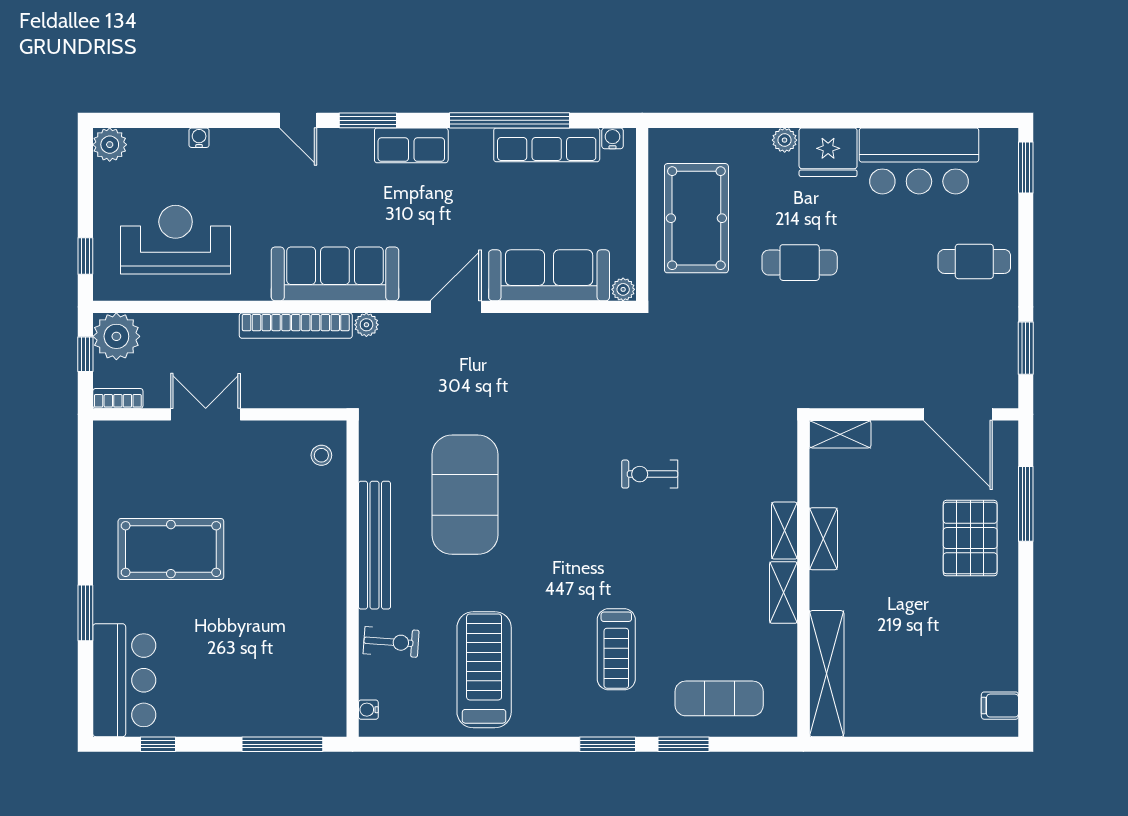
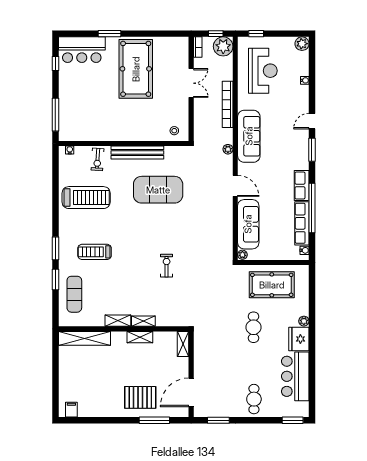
row of seats: (411, 145) -> (302, 185), moved
bookcase: (296, 326) -> (228, 104), moved
pool table: (171, 549) -> (136, 69), width x1.36, depth x1.32

